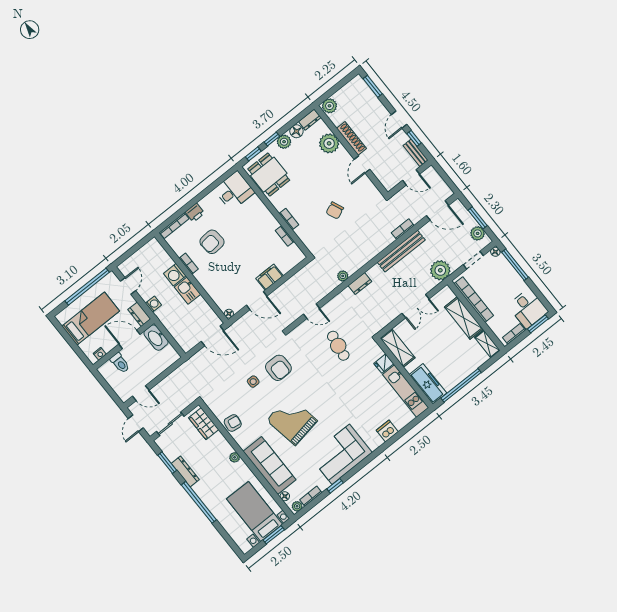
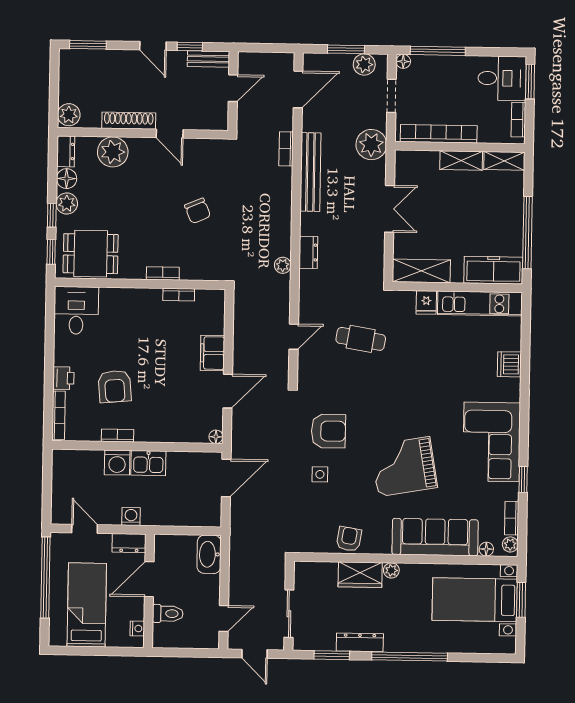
shelving: (464, 318) -> (461, 160), width x0.67, depth x0.75
washbasin: (156, 338) -> (209, 554), moved, turned 90
wardrobe: (204, 424) -> (360, 575), moved

